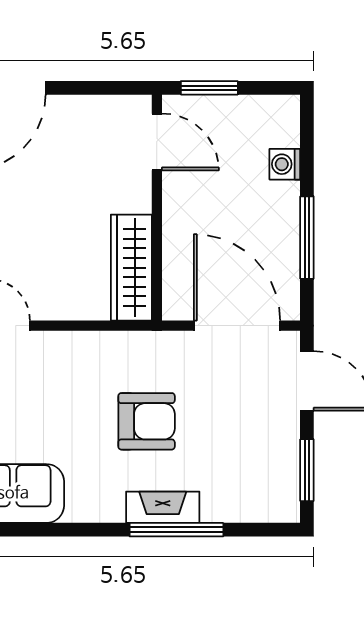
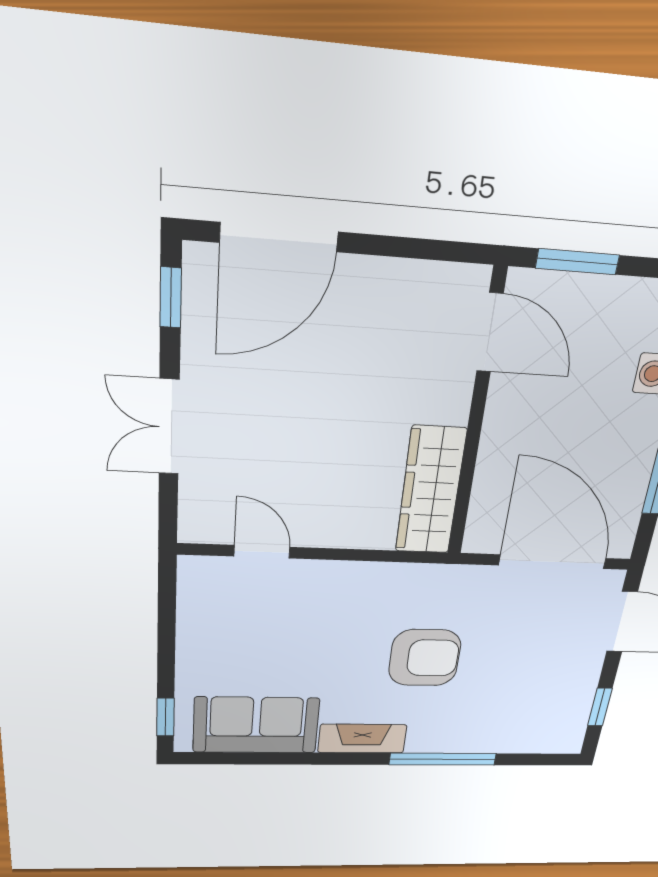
window: (307, 470) -> (600, 707), width x0.67
fireplace: (163, 507) -> (362, 739), moved

